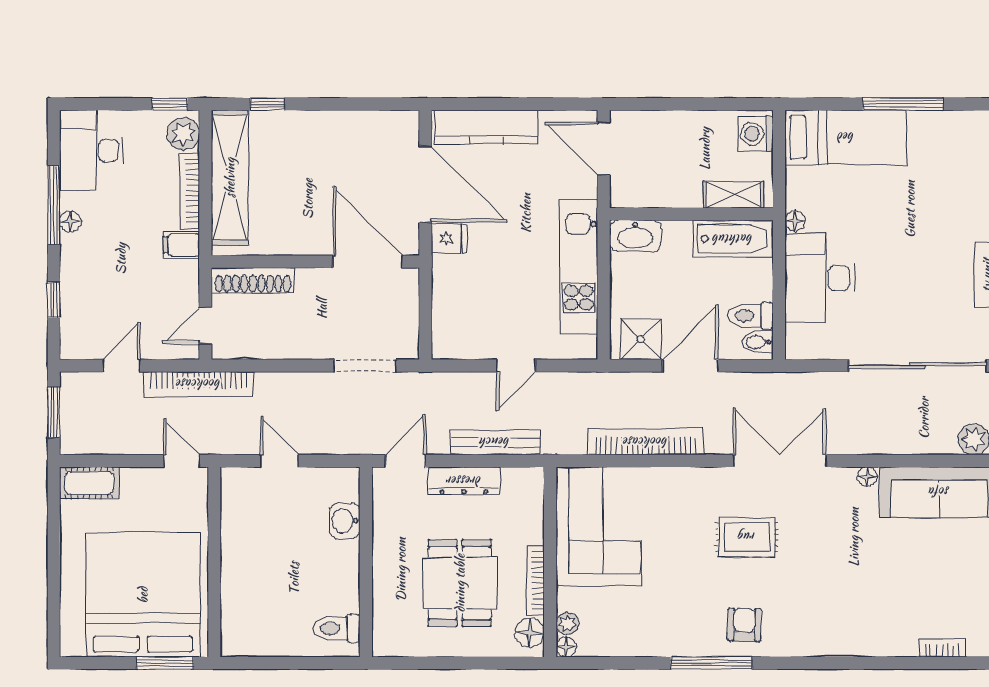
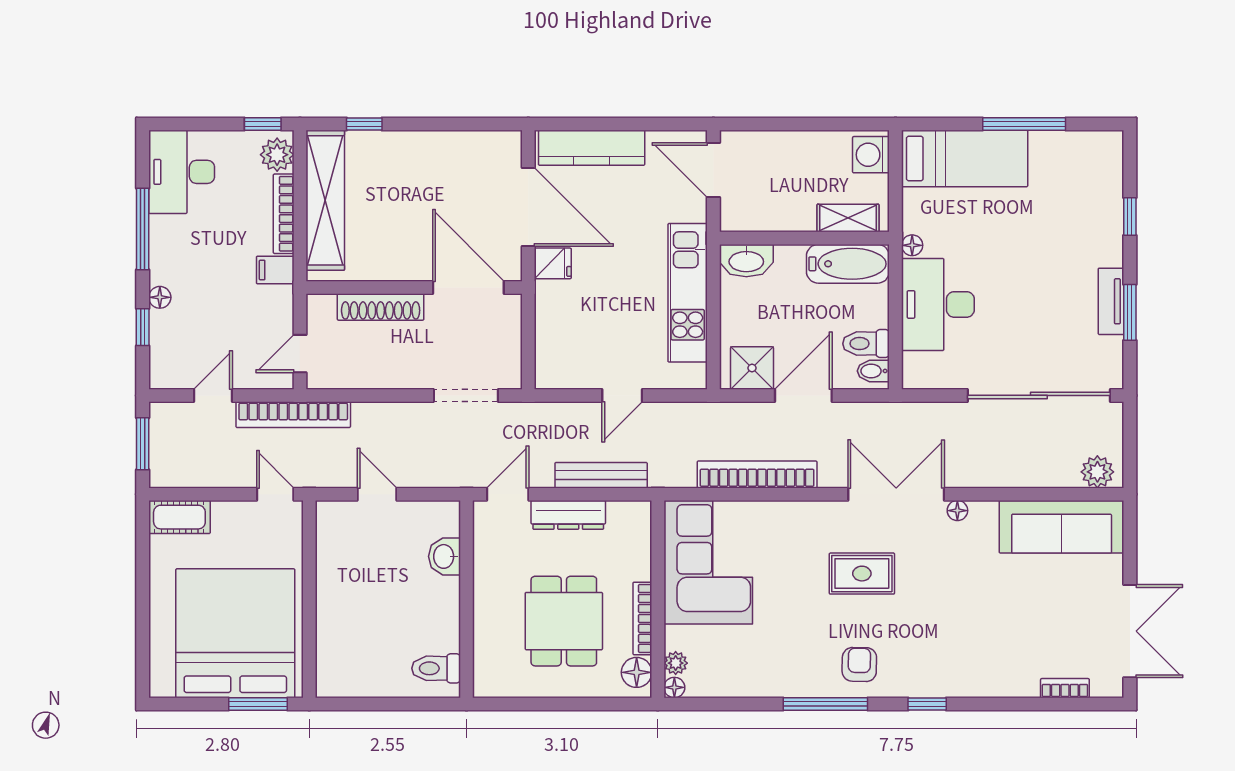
floor lamp: (70, 221) -> (160, 297), moved
shoe rack: (253, 280) -> (381, 307), moved
floor lamp: (867, 477) -> (957, 511), moved
window: (810, 663) -> (927, 704), added

